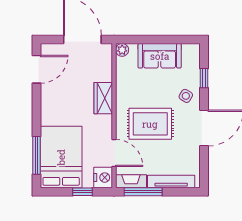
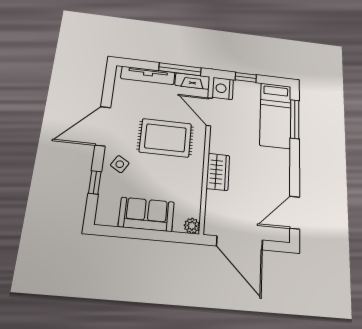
bed: (61, 157) -> (275, 115), width x0.67

